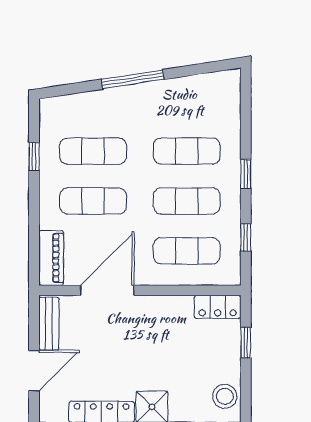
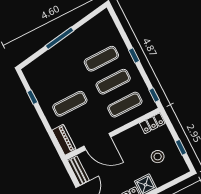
exercise mat: (93, 151) -> (58, 81), removed
window: (246, 238) -> (154, 95), moved
door: (107, 290) -> (97, 142), swing flipped
window: (246, 343) -> (181, 147), moved
stool: (225, 396) -> (158, 157), moved

